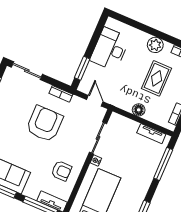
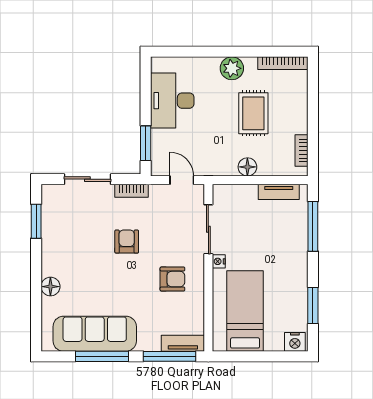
sliding door: (27, 71) -> (87, 179), moved
armchair: (44, 124) -> (127, 242), width x0.53, depth x0.53
armchair: (61, 171) -> (172, 279), moved

